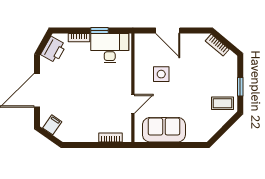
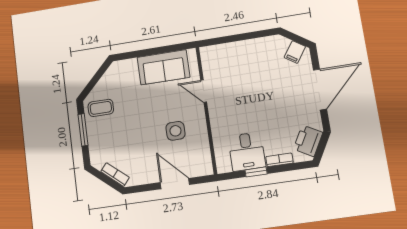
desk: (110, 48) -> (247, 152), width x0.73
window: (240, 87) -> (83, 130), width x1.50
door: (133, 104) -> (204, 91), hinge flipped
bookcase: (111, 137) -> (224, 49), removed

